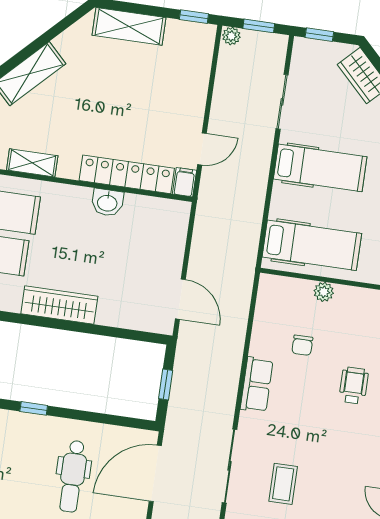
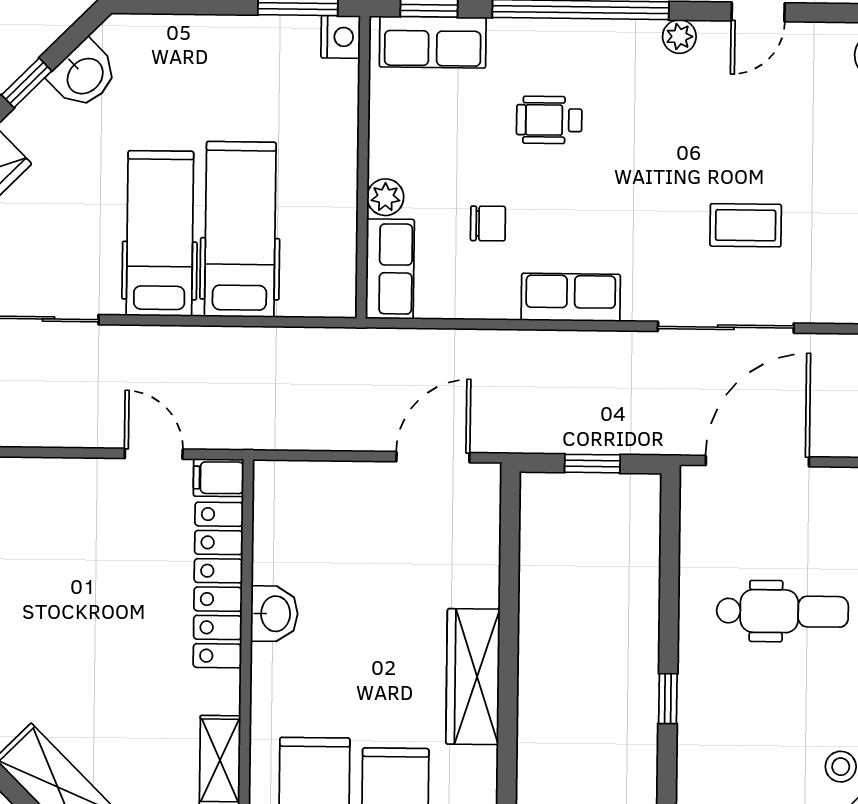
hospital bed: (312, 245) -> (240, 229), moved
row of seats: (285, 289) -> (390, 269), added
door: (155, 473) -> (757, 461), swing flipped

